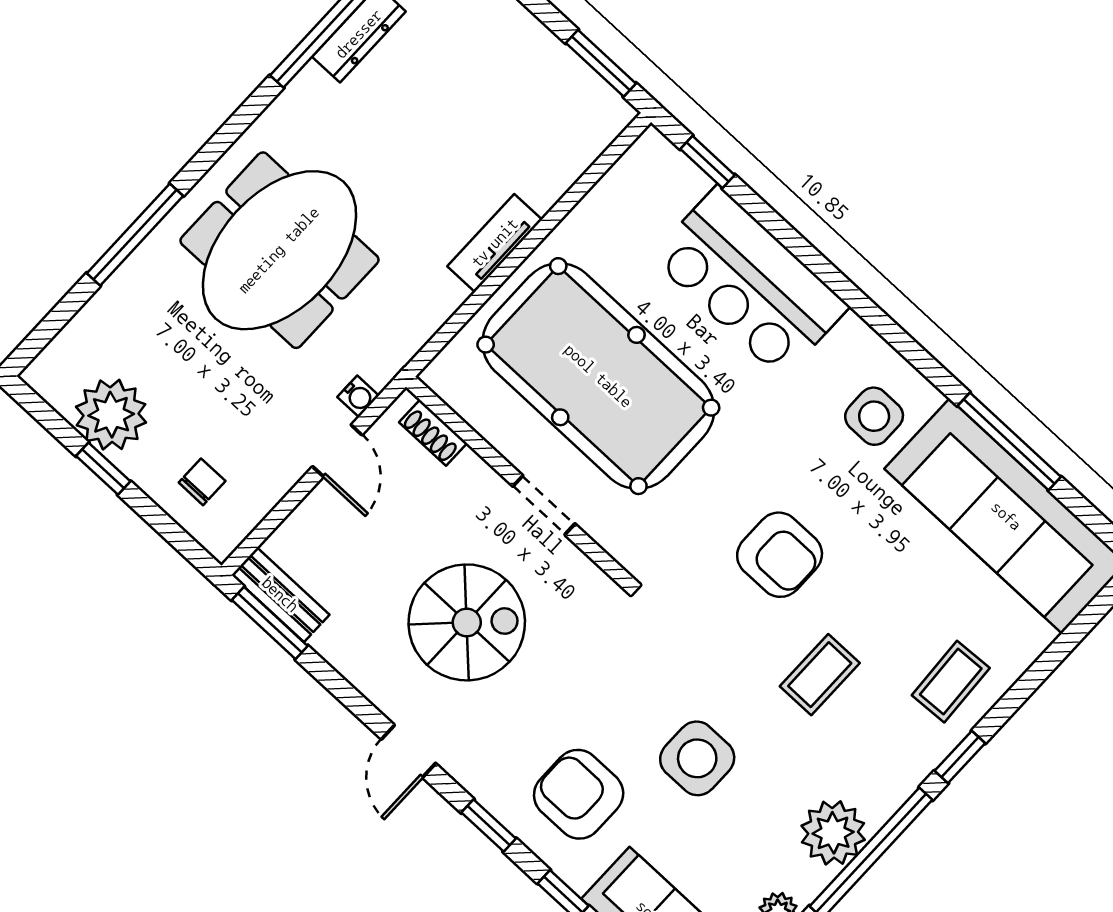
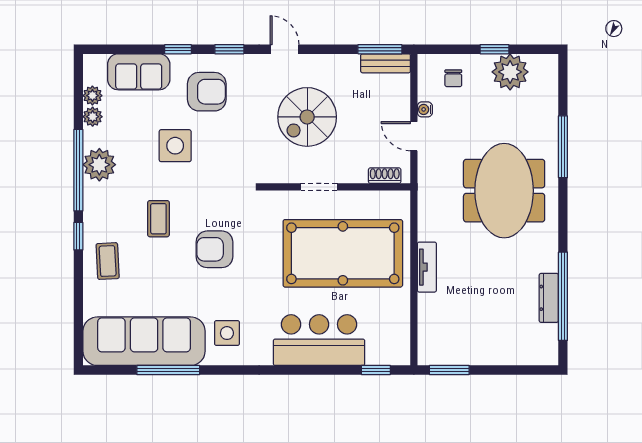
water cooler: (358, 396) -> (425, 109), moved

